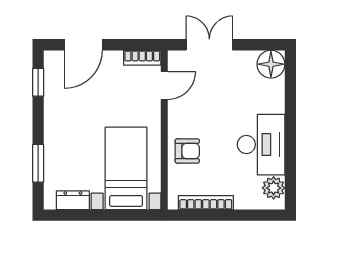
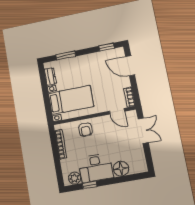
floor lamp: (271, 64) -> (121, 169), moved
window: (290, 162) -> (90, 185), added

